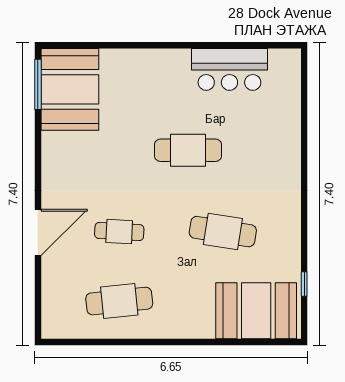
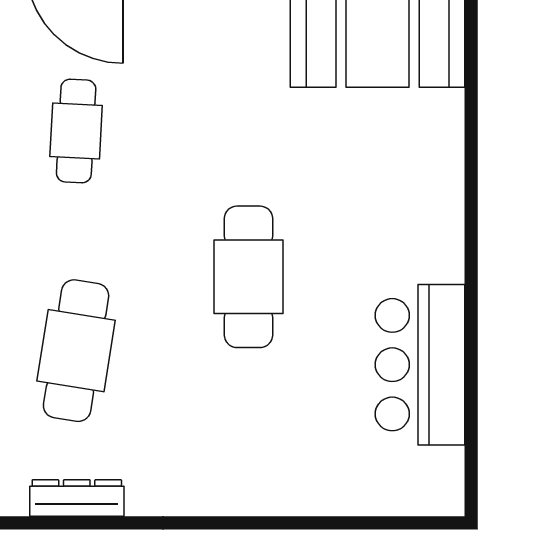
dresser: (292, 231) -> (77, 498), added

